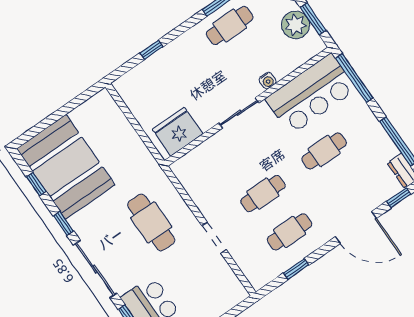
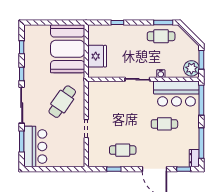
plant: (296, 25) -> (191, 68), moved
fridge: (178, 132) -> (97, 56), moved, turned 90
booth: (66, 167) -> (68, 49), moved
cafe table: (263, 194) -> (123, 124), removed
cafe table: (151, 222) -> (62, 102), turned 35

